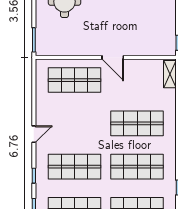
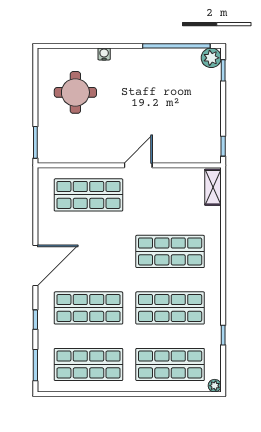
door: (113, 57) -> (138, 165), swing flipped
door: (34, 134) -> (35, 265), width x1.87

